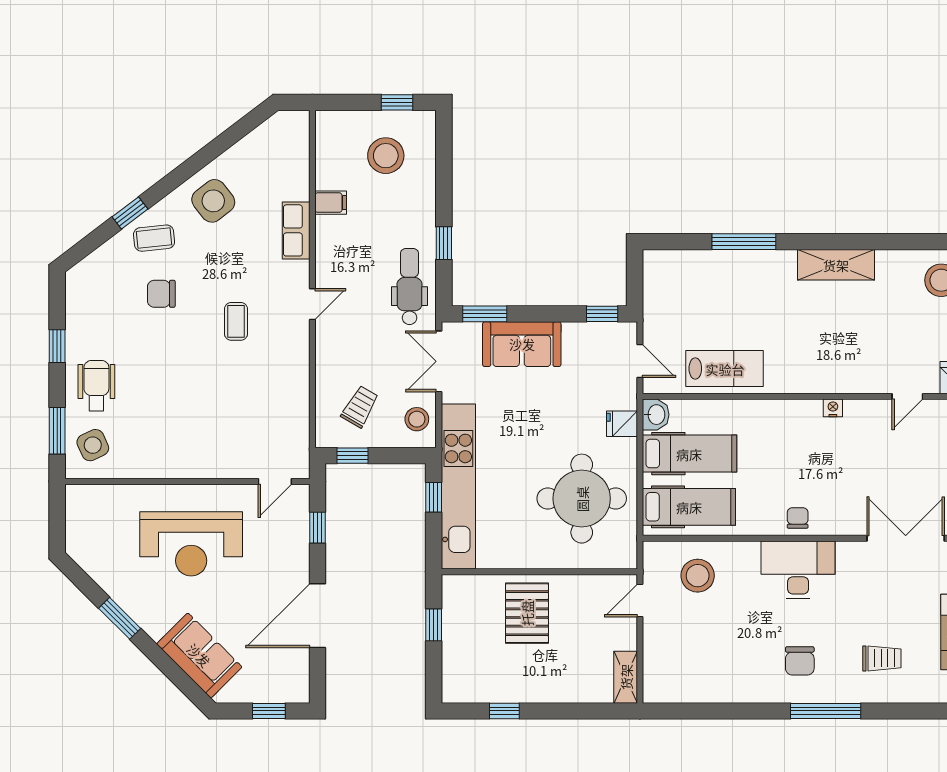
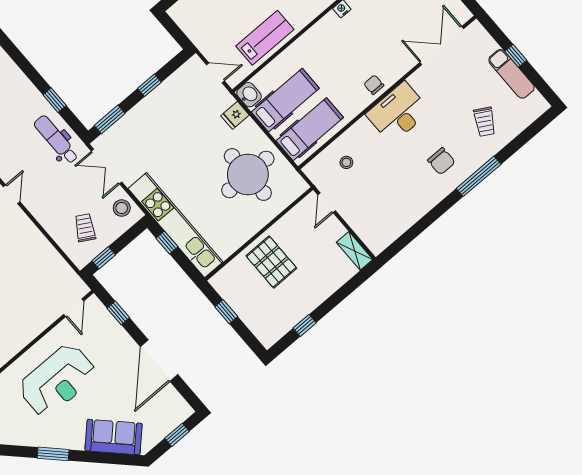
window: (602, 314) -> (149, 85), moved
sofa: (522, 344) -> (144, 119), removed
stool: (698, 576) -> (346, 162), width x0.53, depth x0.53
trolley: (882, 658) -> (485, 122), turned 120

